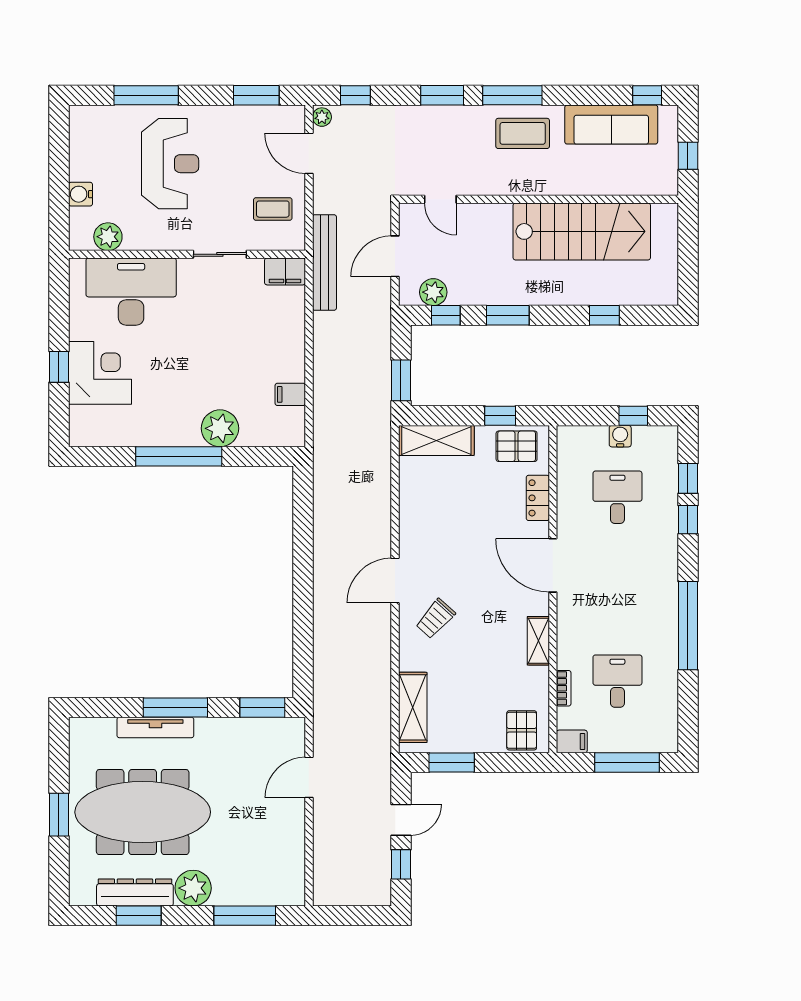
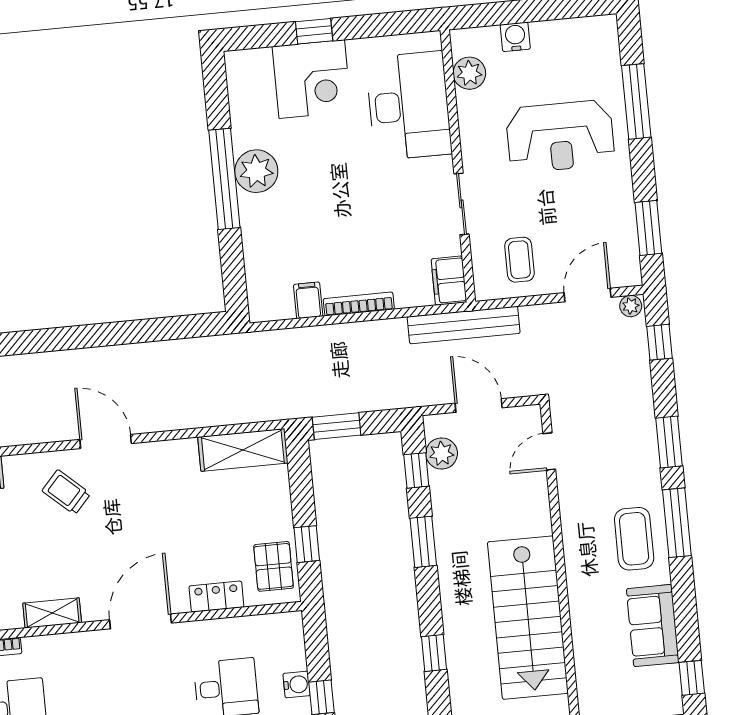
sofa: (611, 125) -> (653, 626), width x0.73
bookcase: (298, 351) -> (359, 304), added
plant: (220, 428) -> (256, 171), moved
shelving: (436, 440) -> (243, 450), moved, turned 90

